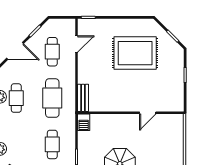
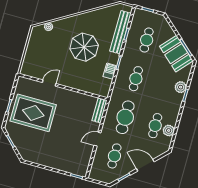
door: (77, 44) -> (97, 139), moved
rug: (135, 53) -> (33, 113), moved
barbecue: (84, 122) -> (110, 71), moved

